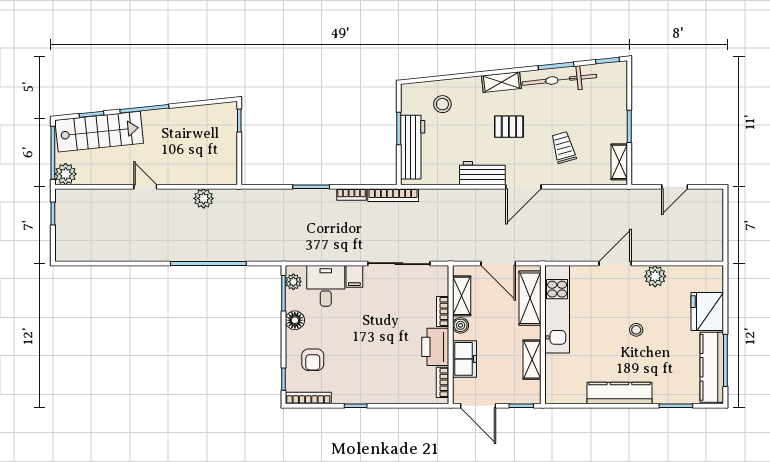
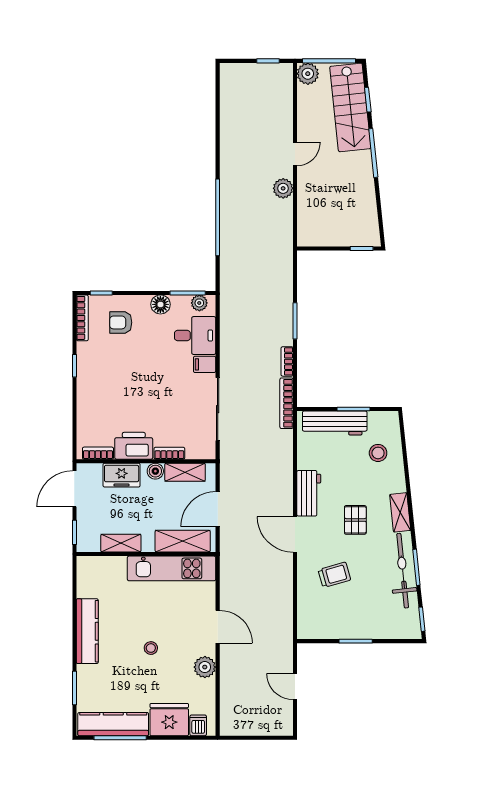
shelving: (619, 162) -> (320, 631), removed
plant: (204, 198) -> (283, 188), moved
dishwasher: (713, 283) -> (198, 725), added

